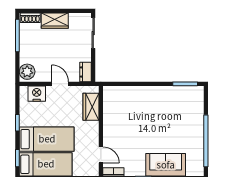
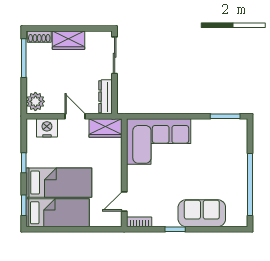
dresser: (85, 72) -> (106, 97), width x1.44
corner sofa: (130, 105) -> (159, 141), added
wardrobe: (91, 107) -> (105, 128), moved, turned -90
door: (101, 155) -> (124, 201), swing flipped

